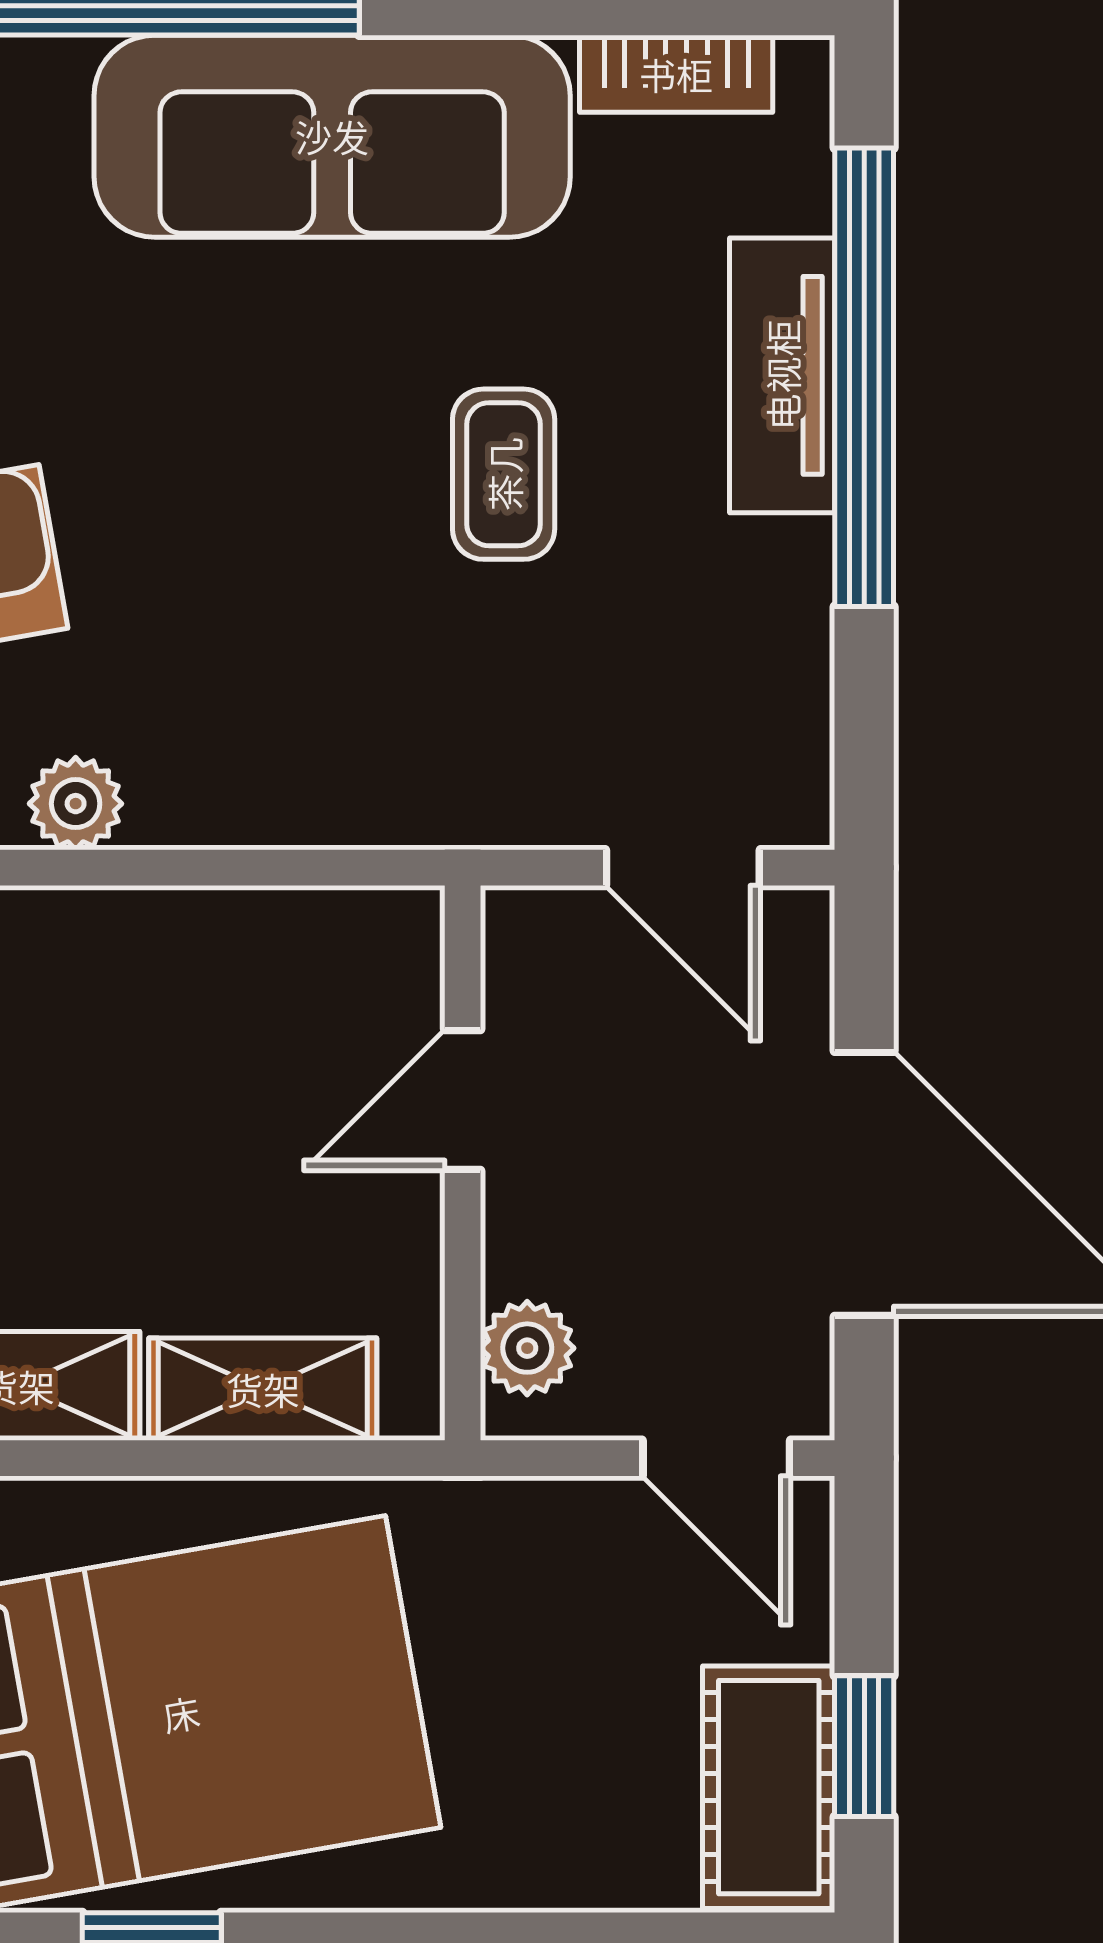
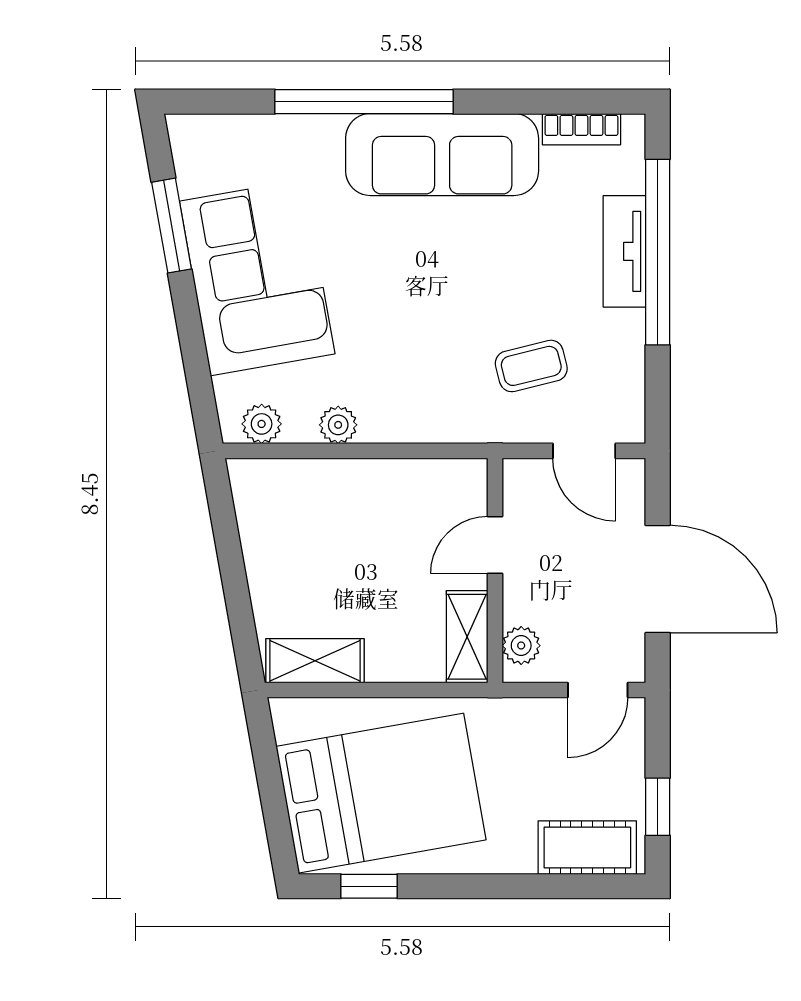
coffee table: (504, 474) -> (531, 366), moved, turned 76
shelving: (263, 1389) -> (467, 637), moved, turned 90
door: (716, 1458) -> (598, 690), hinge flipped
cot: (769, 1787) -> (587, 848), moved, turned 90

